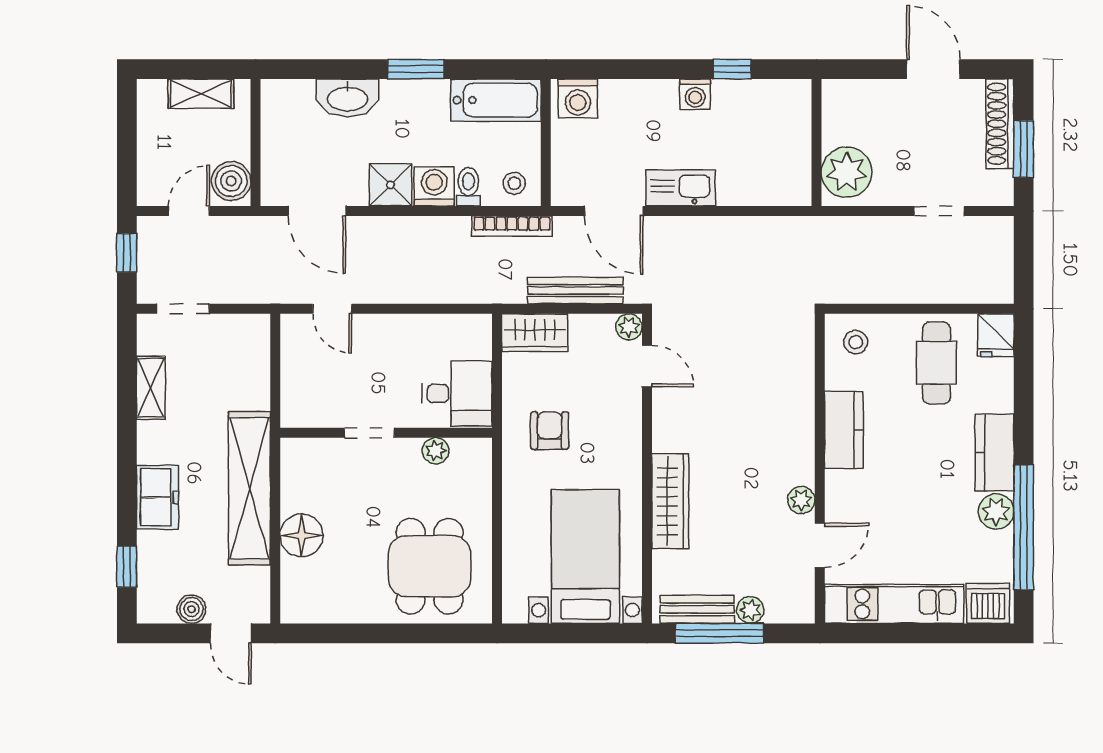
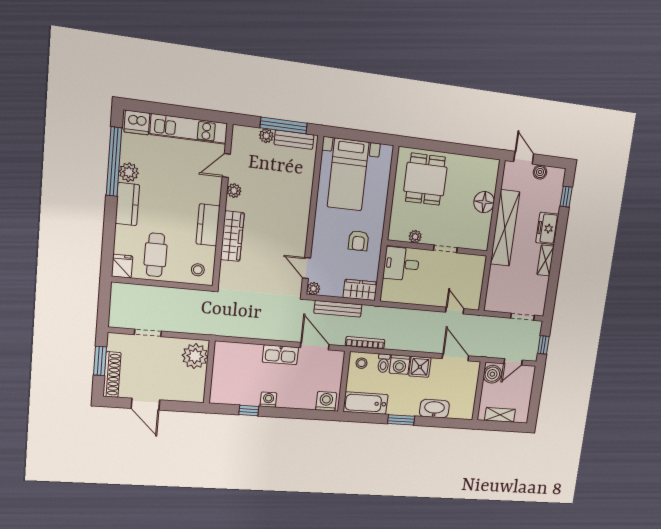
shelving: (151, 388) -> (546, 260), moved
wardrobe: (670, 501) -> (232, 236), moved, turned 180

